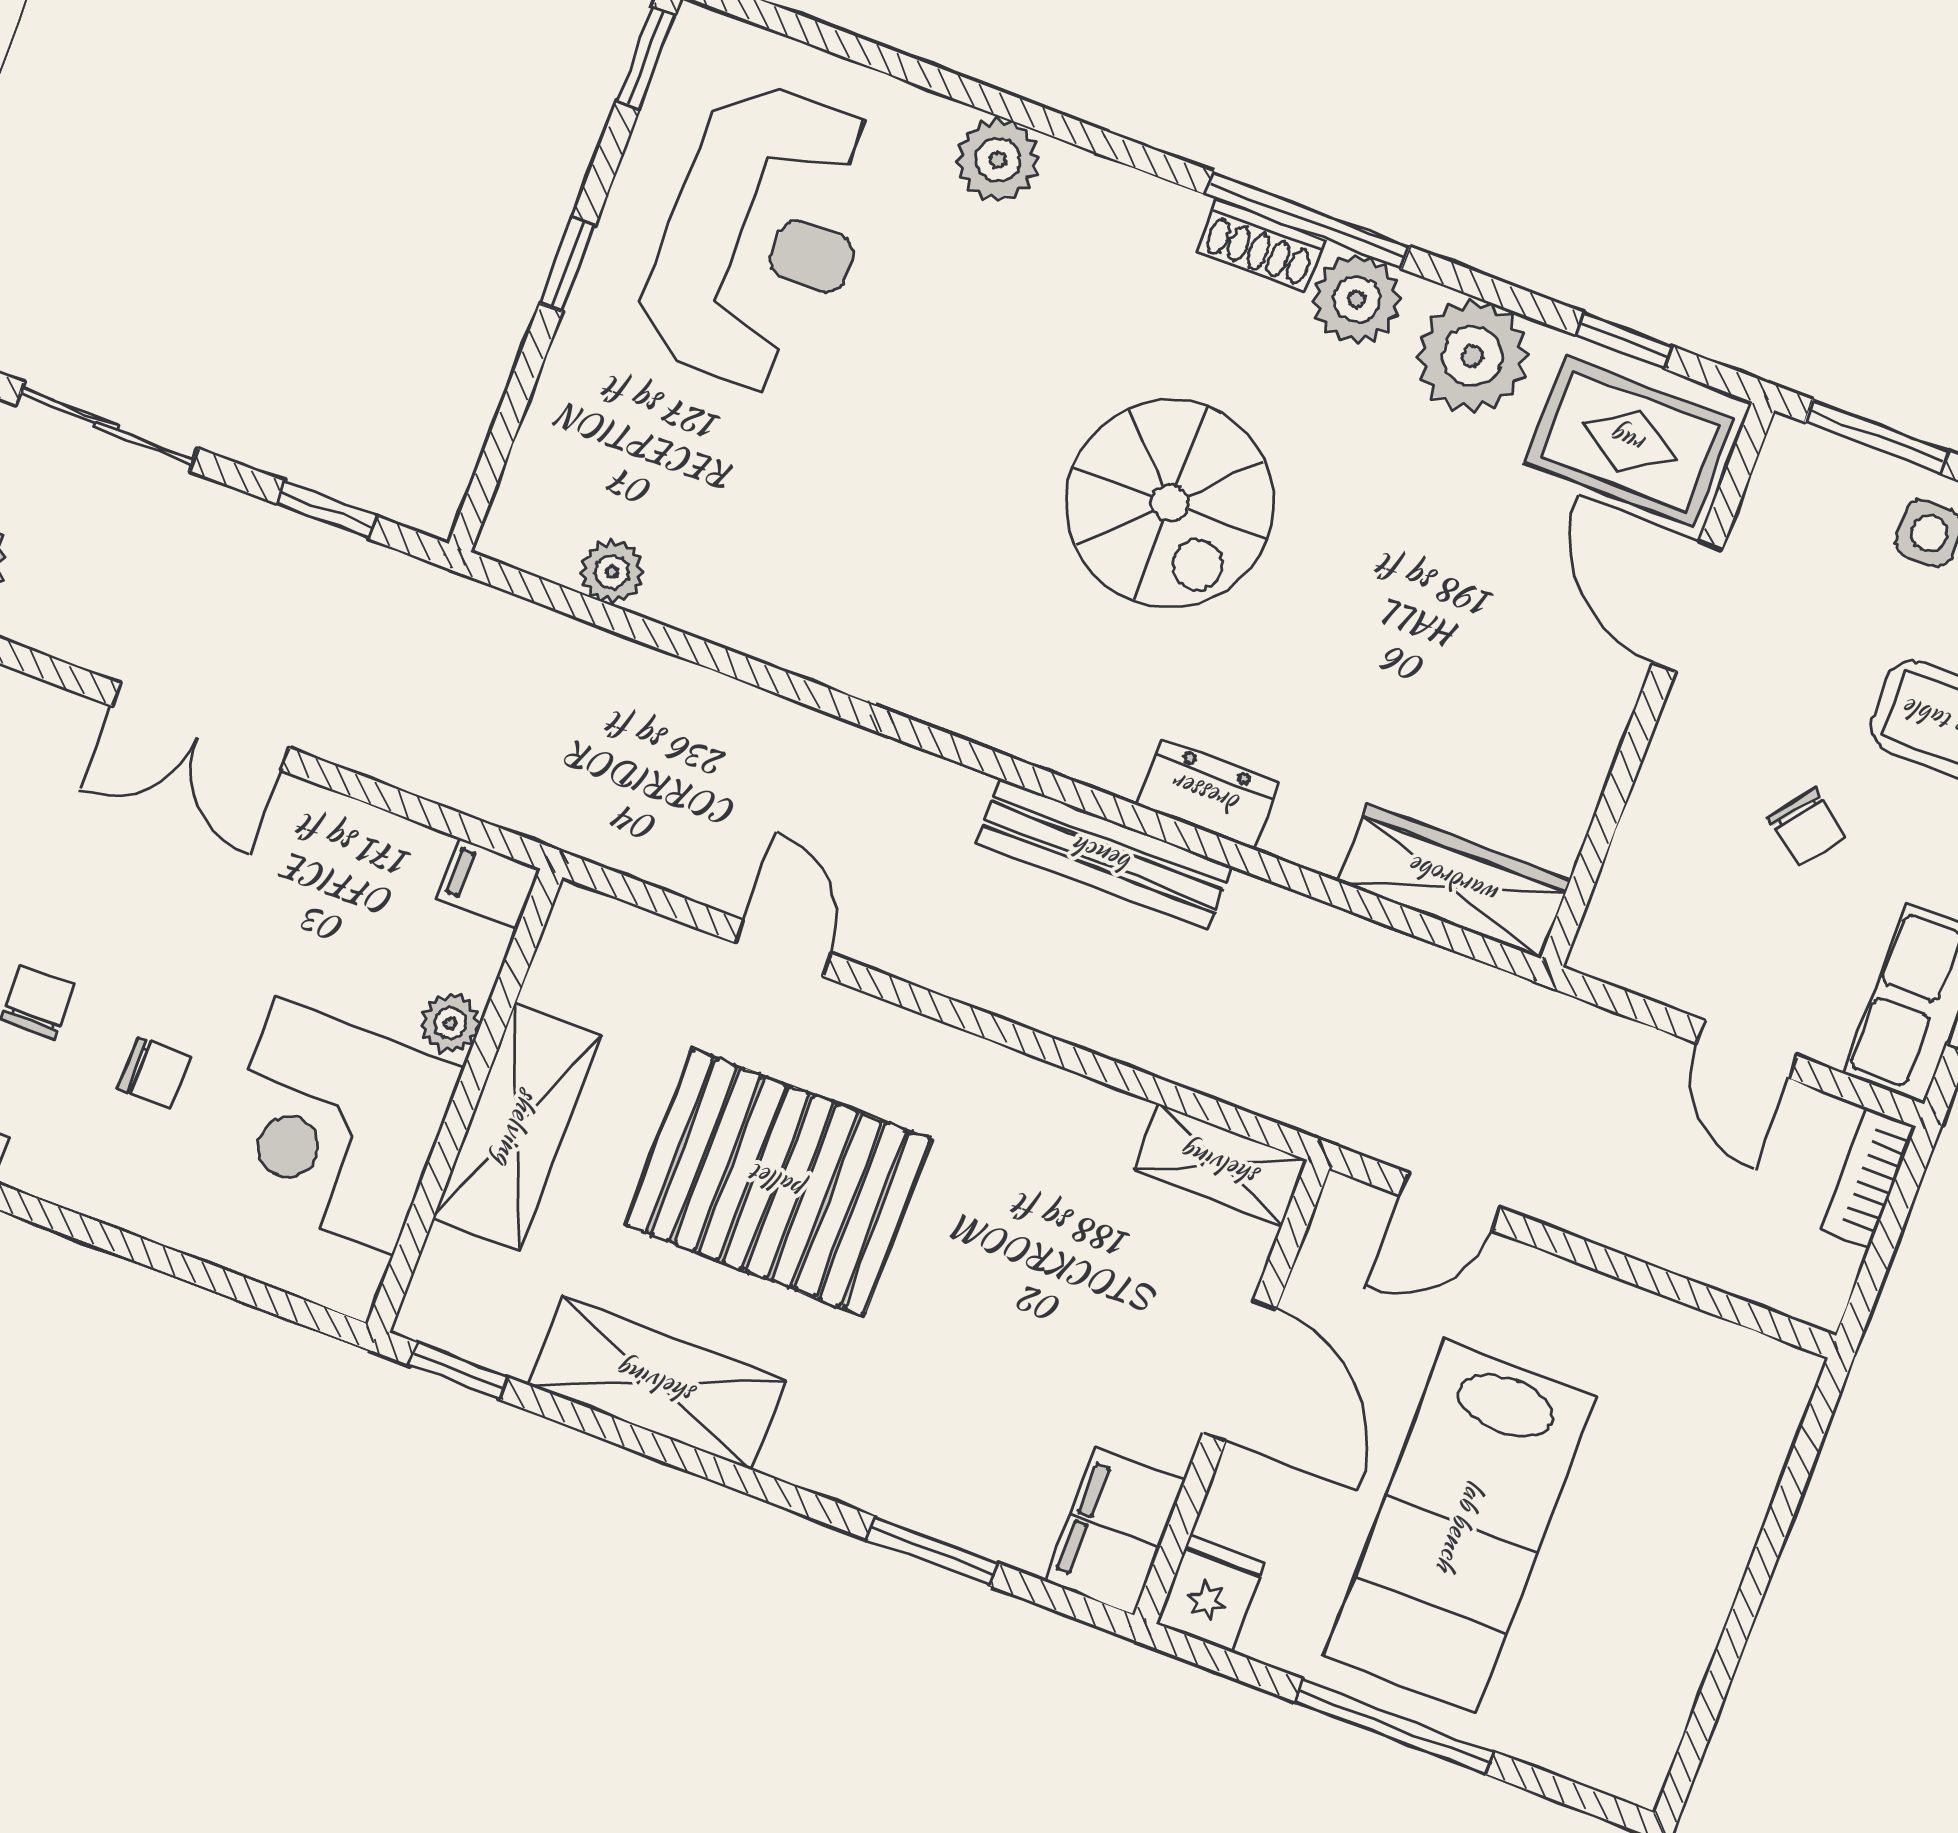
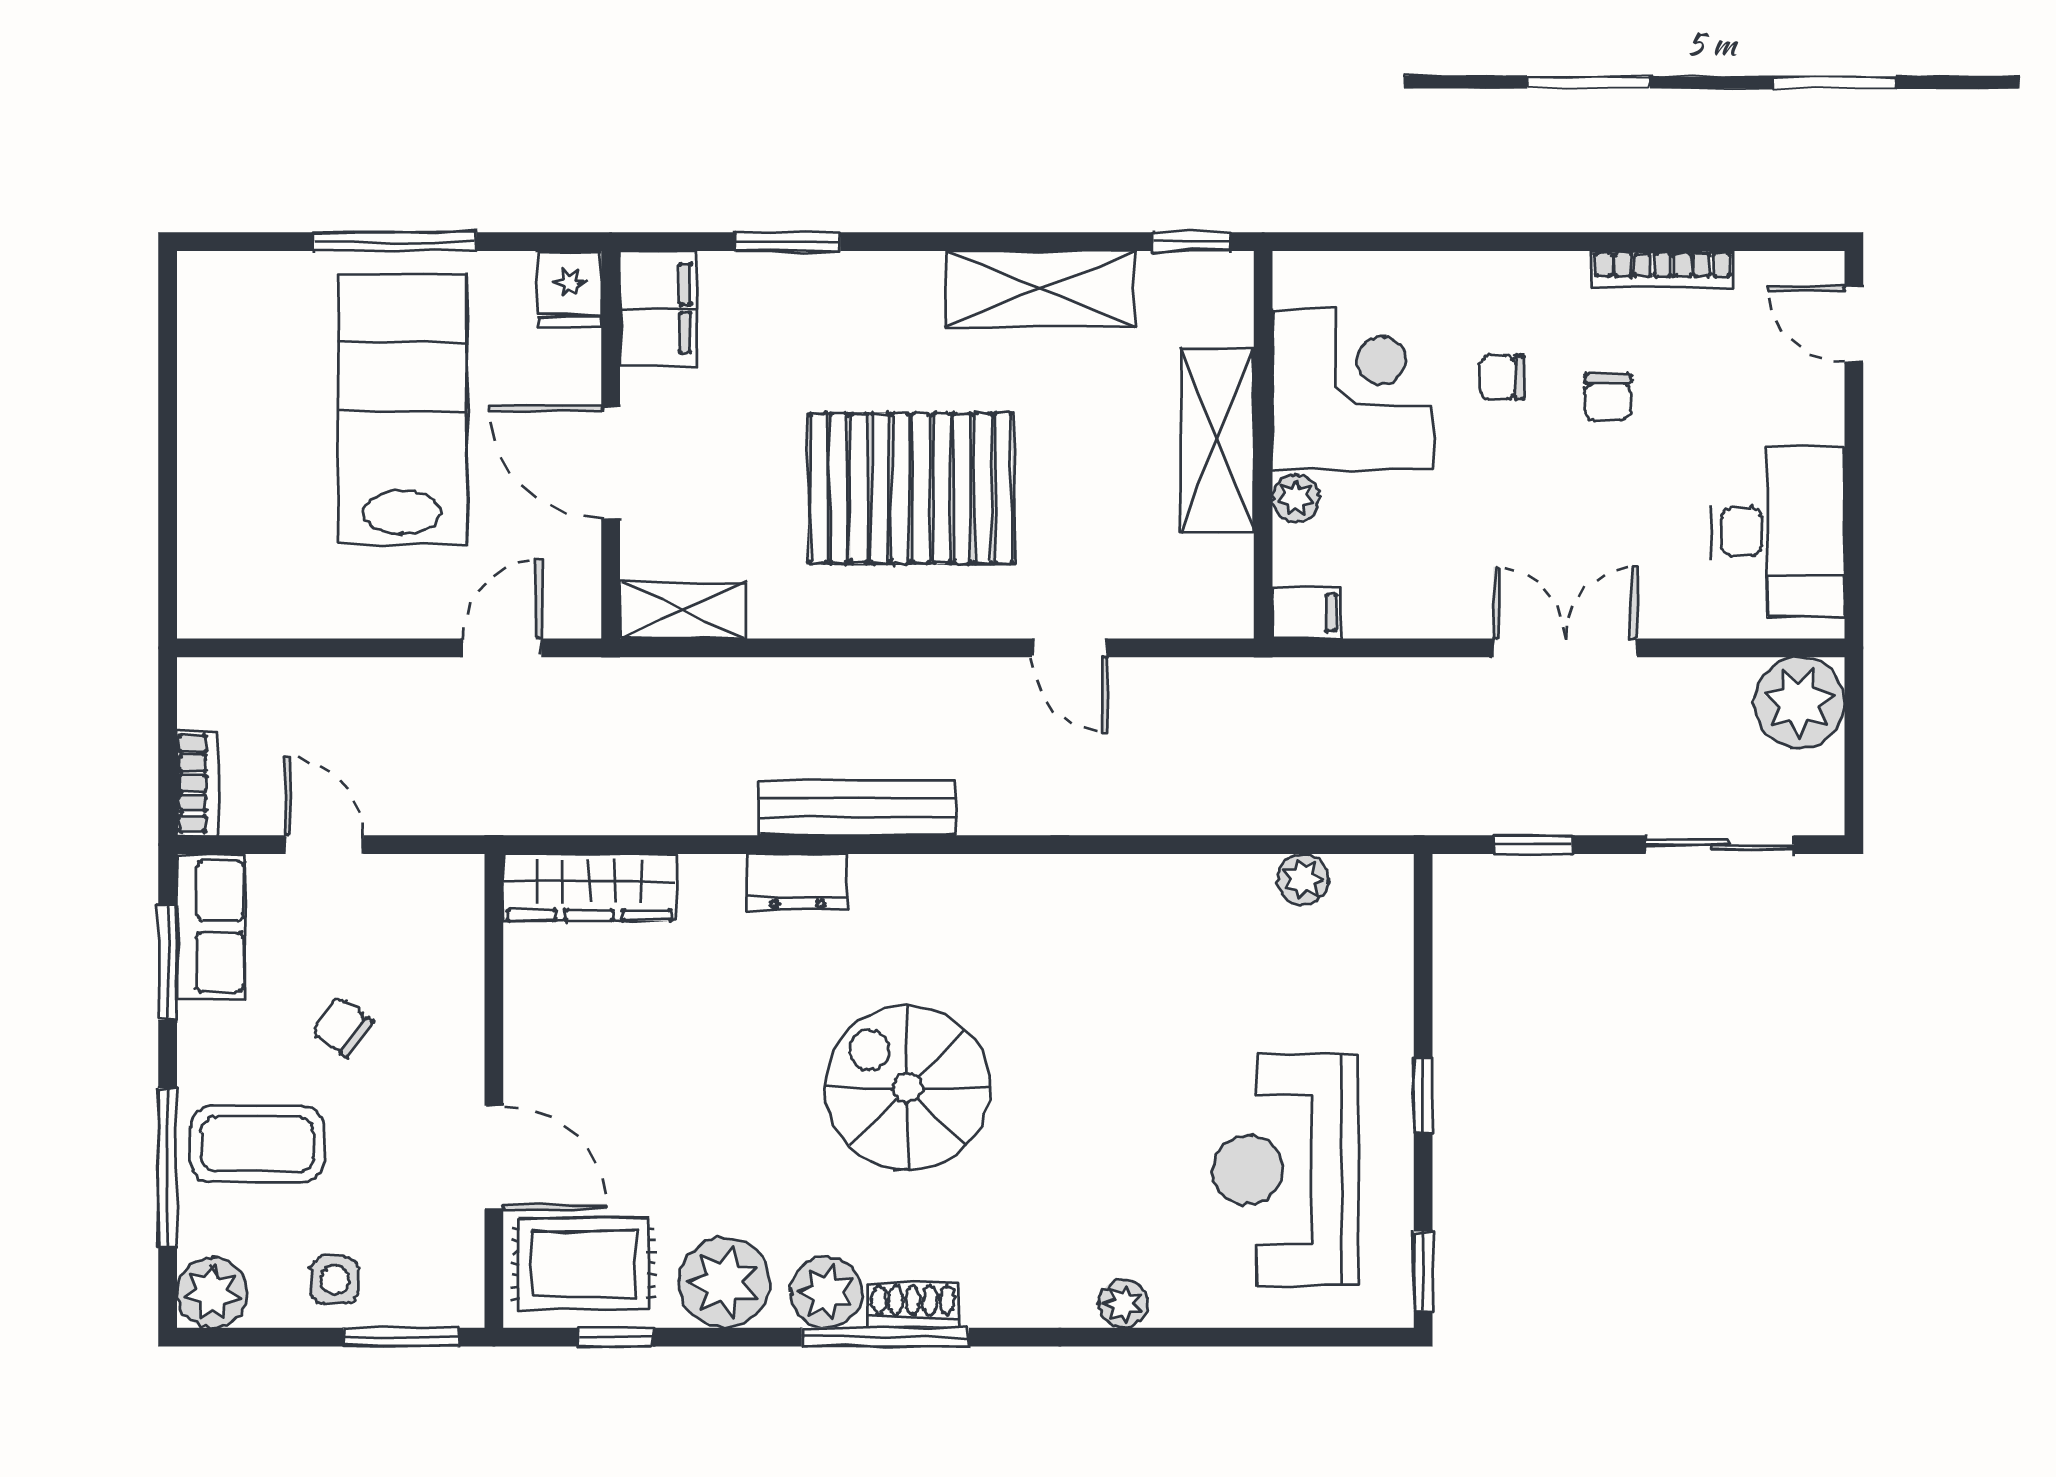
plant: (998, 160) -> (1123, 1304), width x0.73, depth x0.73
pallet: (778, 1182) -> (911, 488), moved

